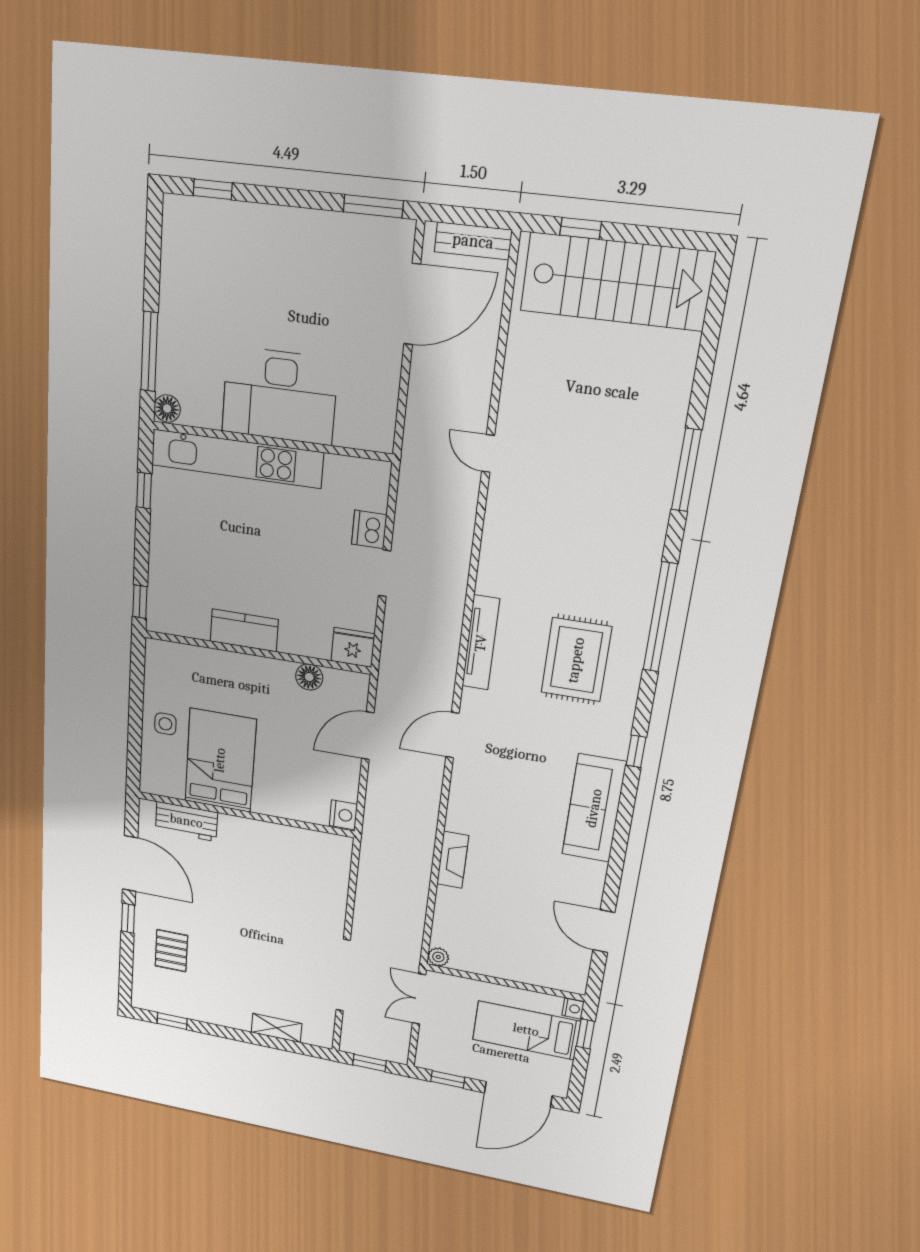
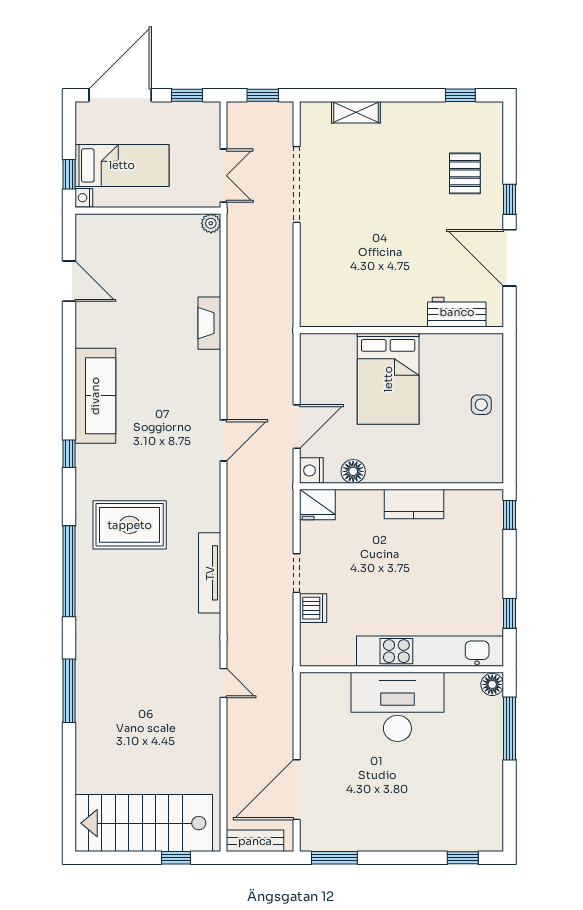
tv unit: (481, 643) -> (210, 573), moved
rug: (576, 660) -> (130, 525), turned 90
bed: (220, 760) -> (388, 379), moved
nightstand: (343, 815) -> (311, 470), moved

